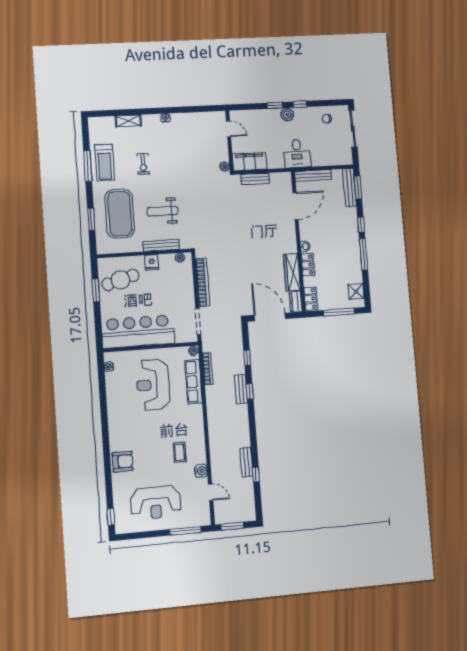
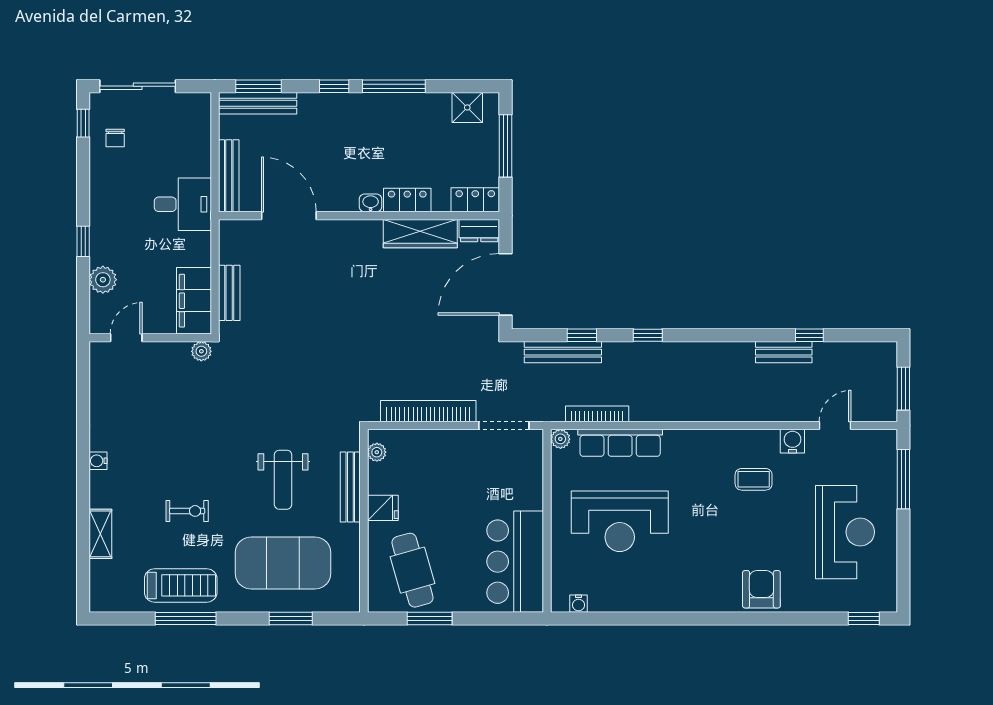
window: (300, 104) -> (83, 123), moved
plant: (287, 115) -> (103, 280), moved
bar counter: (138, 332) -> (515, 562), width x0.73
bench: (241, 389) -> (563, 352), moved, width x1.36

